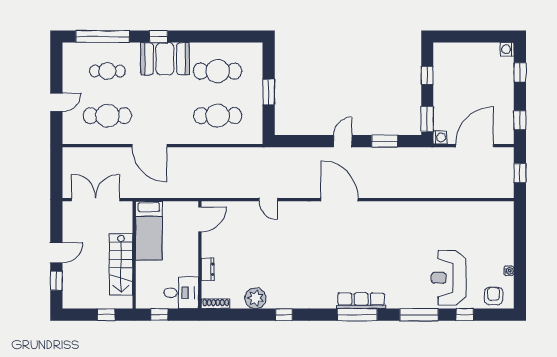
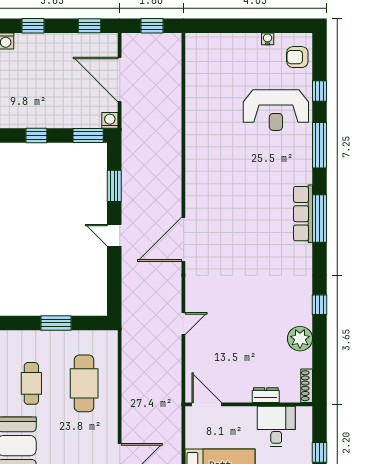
cafe table: (218, 71) -> (31, 383), width x0.73, depth x0.74
desk: (181, 293) -> (276, 426), moved

